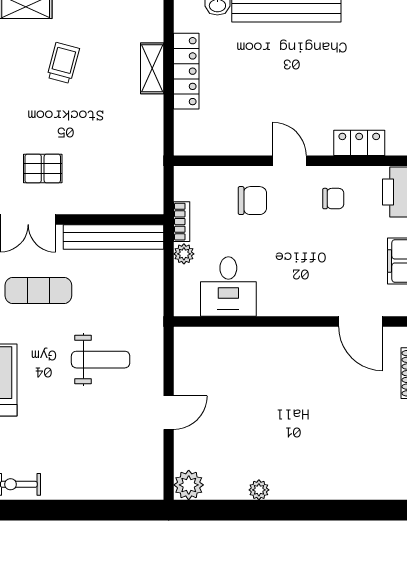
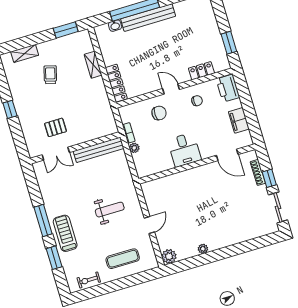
locker: (186, 71) -> (116, 83), moved
desk: (228, 287) -> (184, 150), moved
exercise mat: (38, 290) -> (123, 259), moved

